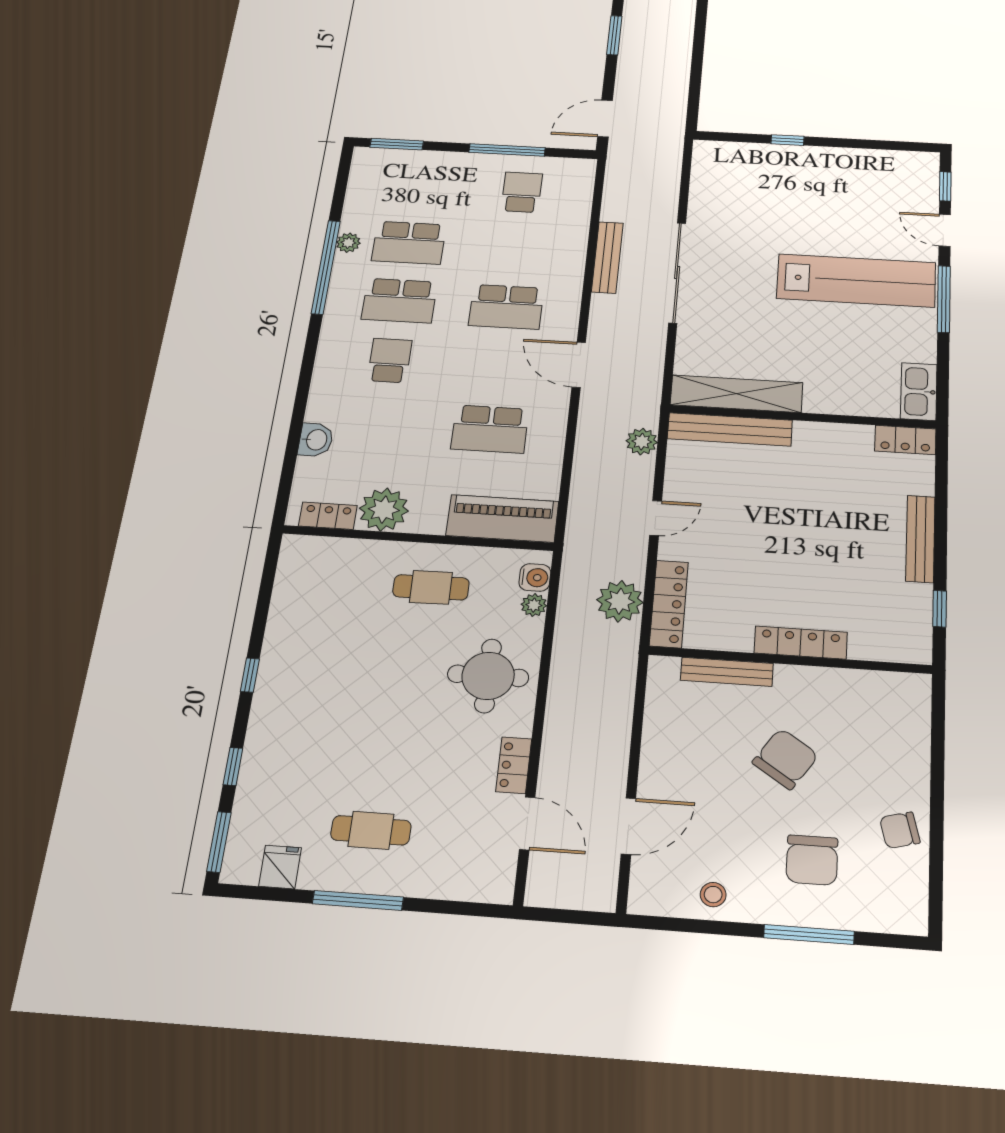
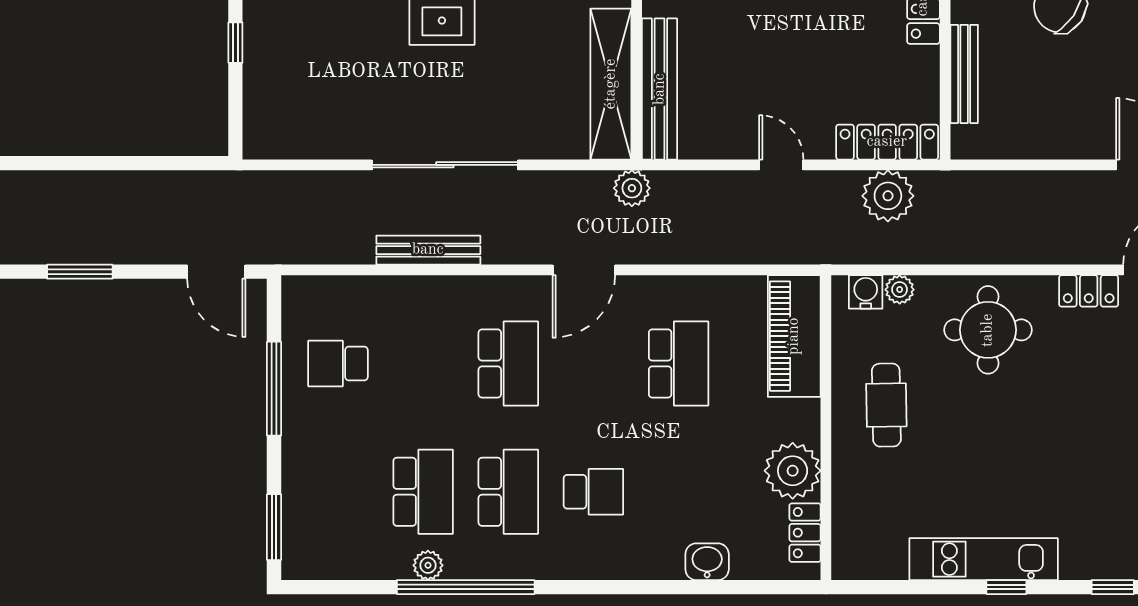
school desk: (390, 360) -> (593, 492), turned 180
plant: (642, 442) -> (632, 188), moved
kitchen unit: (279, 658) -> (984, 559), added

